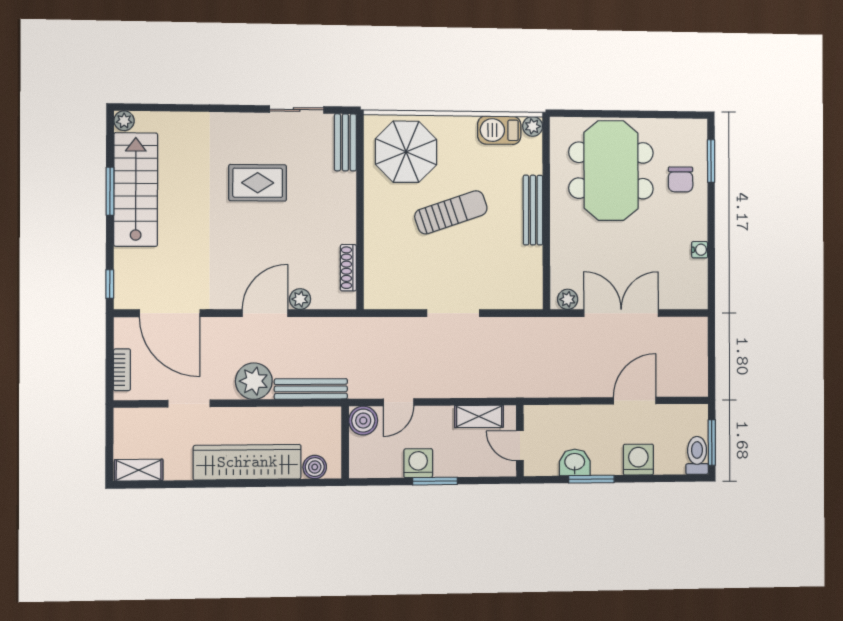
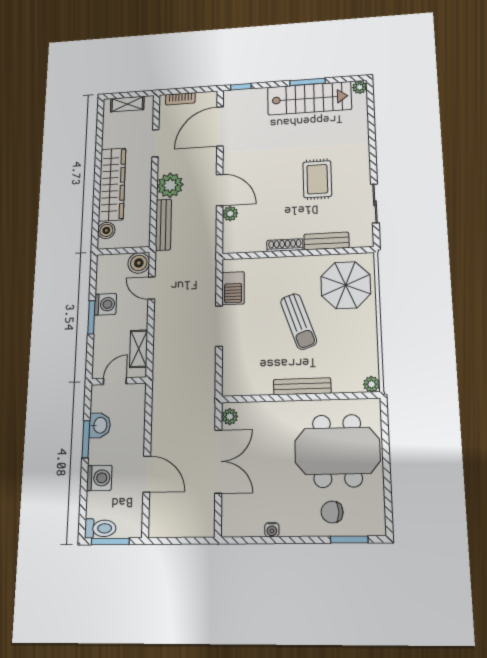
barbecue: (499, 130) -> (233, 288), moved, turned 180
bench: (345, 142) -> (326, 241), moved
shoe rack: (348, 268) -> (285, 245), moved
shelving: (139, 470) -> (127, 104), moved, turned 90

